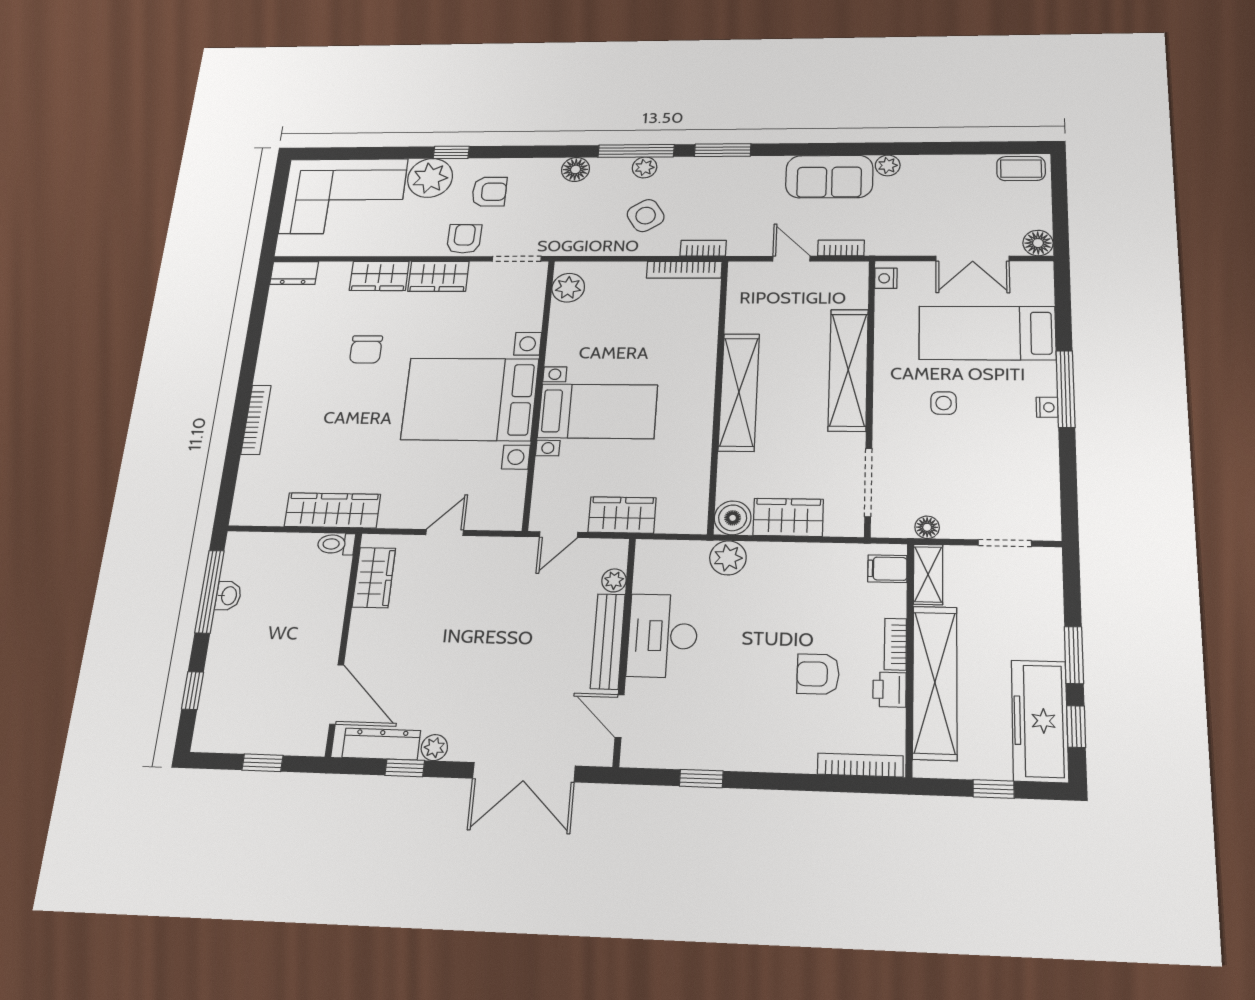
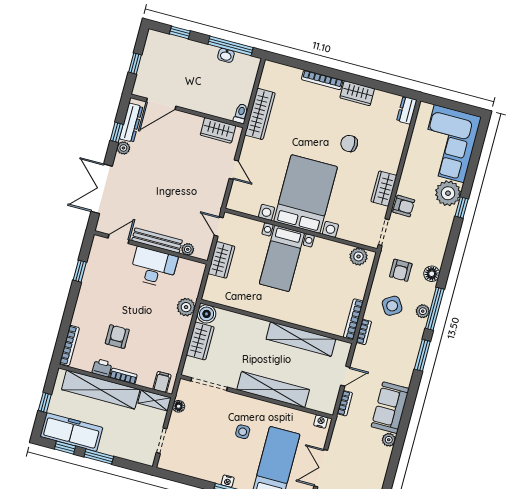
armchair: (489, 192) -> (401, 270), moved
wardrobe: (379, 276) -> (357, 93), moved, turned -90
shelving: (739, 392) -> (301, 339), moved

